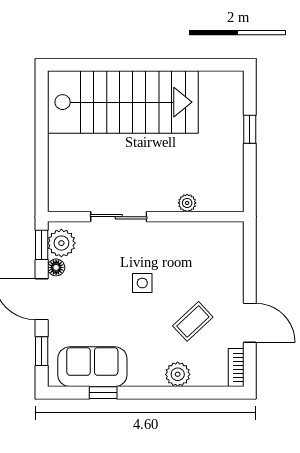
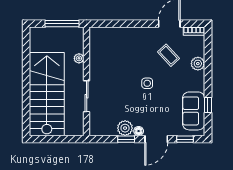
window: (250, 129) -> (62, 24), width x2.17
plant: (187, 203) -> (79, 58), moved
sliding door: (119, 217) -> (87, 96), moved
wall: (146, 217) -> (87, 81), moved

